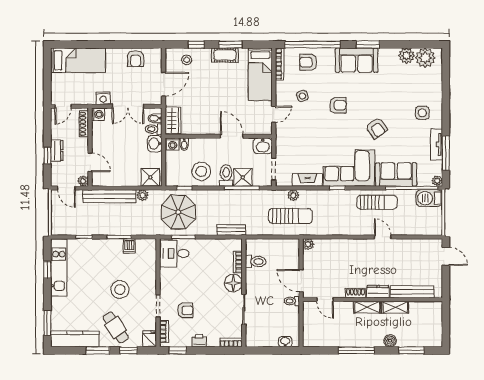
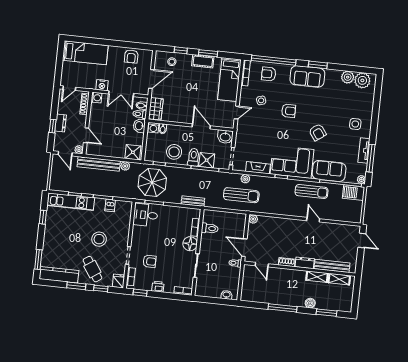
kitchen unit: (59, 267) -> (71, 202), moved, turned 90
shelving: (367, 307) -> (339, 279), moved

